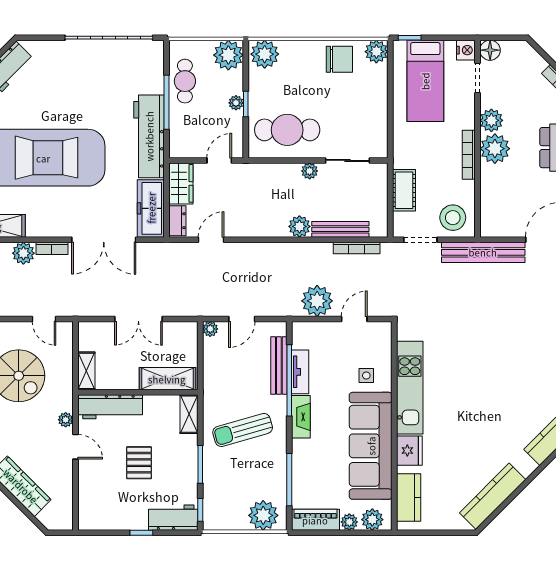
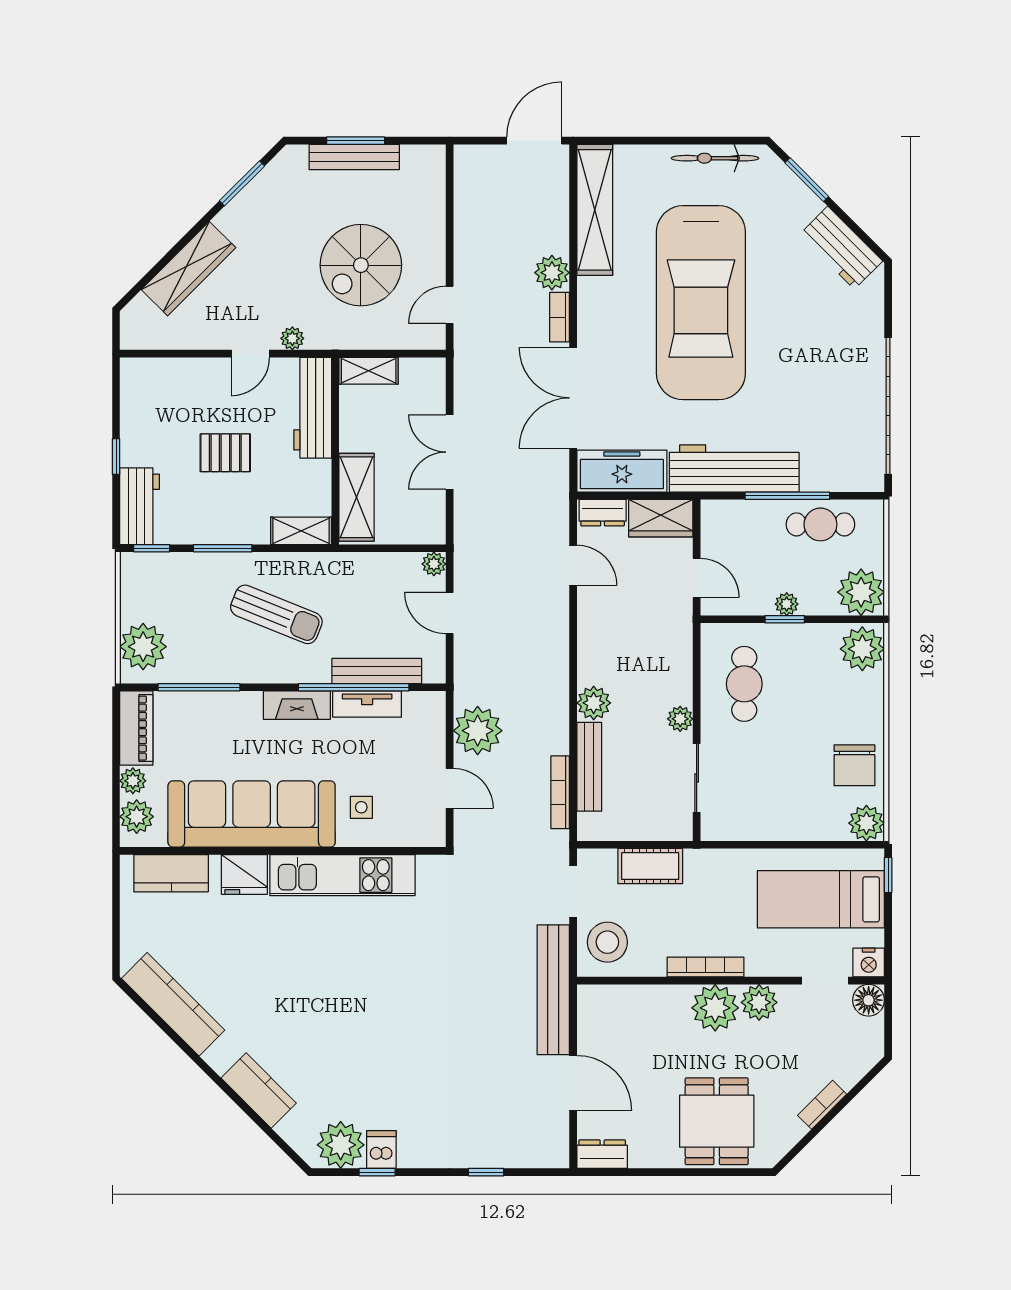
cafe table: (287, 130) -> (744, 684), width x0.73, depth x0.74
sun lounger: (243, 430) -> (276, 614), turned 128

